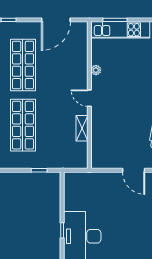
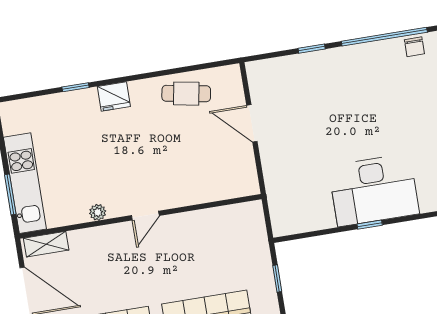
shelving: (82, 128) -> (46, 244), moved
door: (134, 170) -> (252, 123), swing flipped

